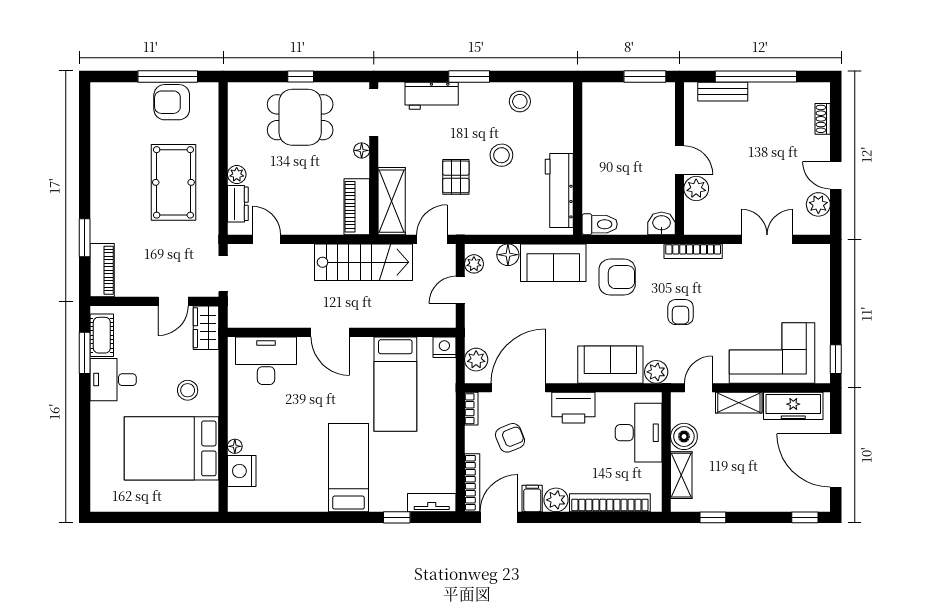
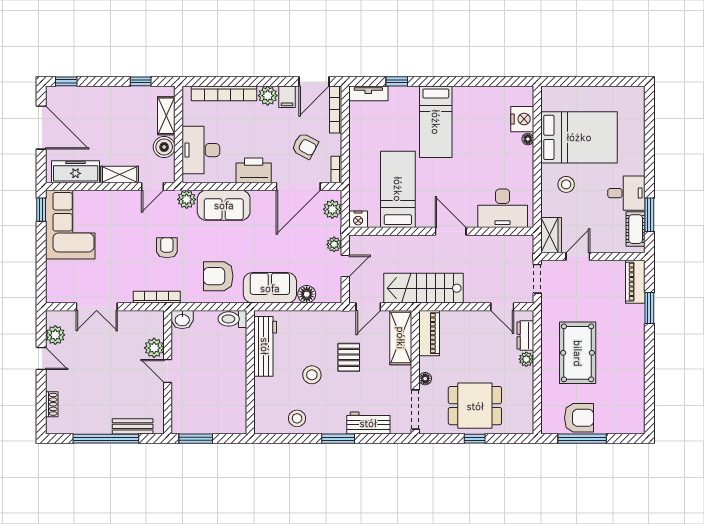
plant: (474, 264) -> (334, 244), moved
corner sofa: (772, 353) -> (70, 225), moved, turned -90
armchair: (510, 438) -> (305, 146), turned -130

